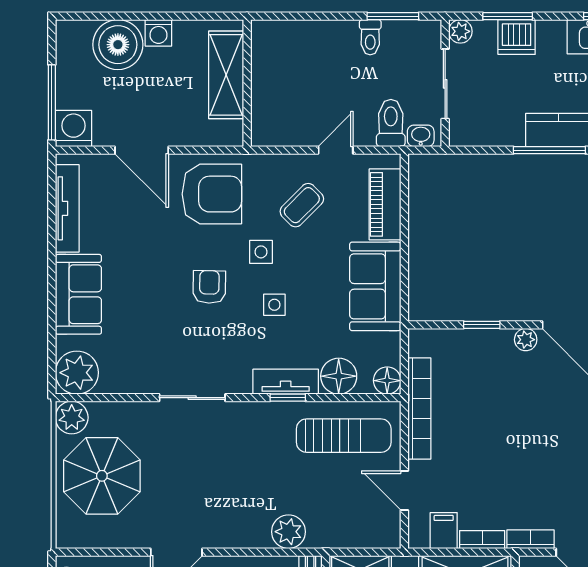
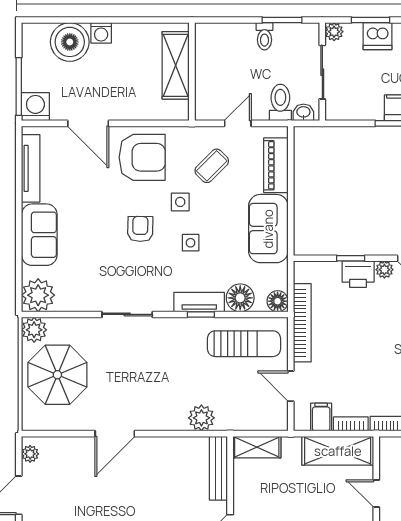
shelving: (226, 75) -> (176, 65), moved
wall: (247, 83) -> (192, 72), moved
printer: (491, 345) -> (358, 274), added

